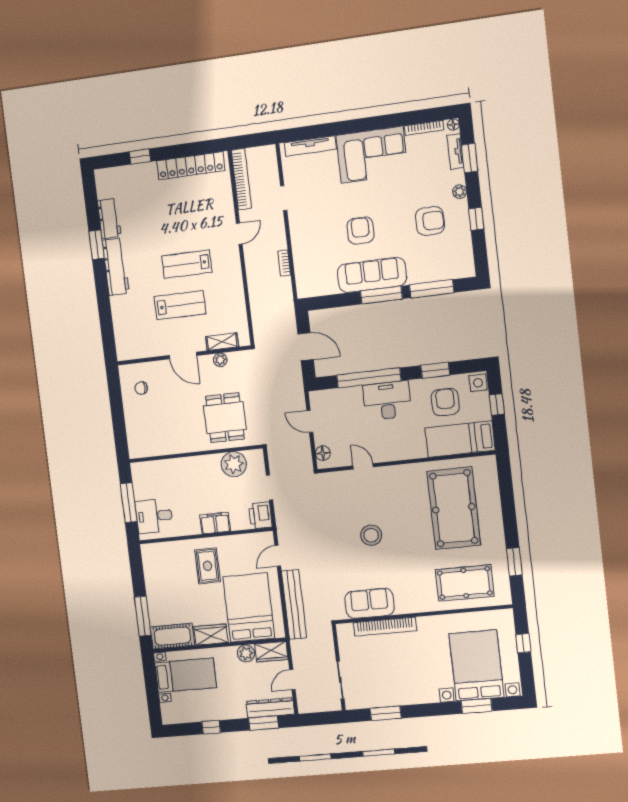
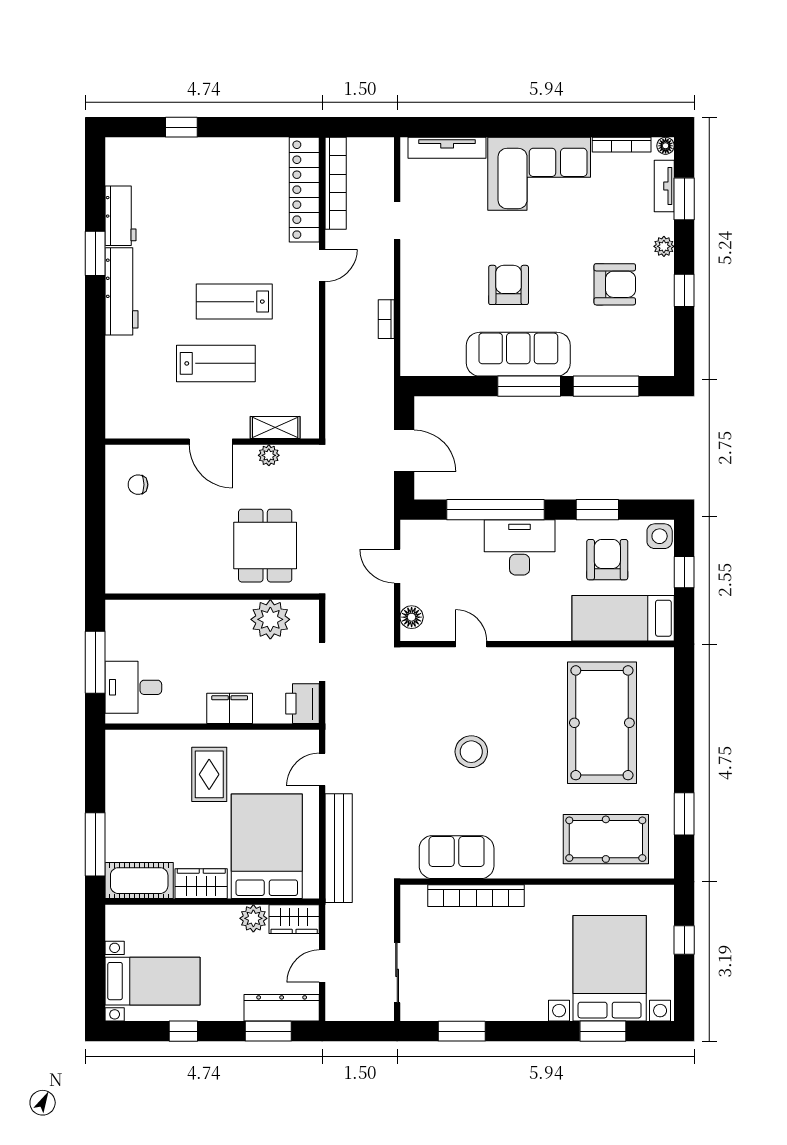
locker: (191, 166) -> (304, 190), moved, turned 90
bed with nightstands: (186, 675) -> (153, 981), moved

